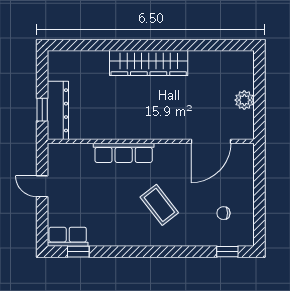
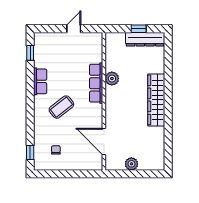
window: (42, 110) -> (139, 29), moved
dresser: (58, 110) -> (145, 39), moved
plant: (117, 129) -> (112, 79), added
row of seats: (68, 237) -> (40, 81), moved

